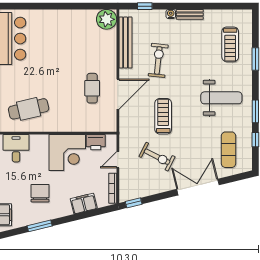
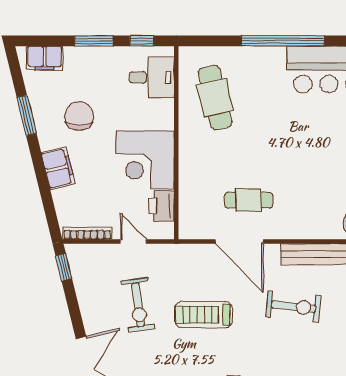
treadmill: (163, 116) -> (203, 315), turned 180
exercise bike: (157, 157) -> (138, 305), turned -35
chair: (40, 193) -> (79, 116), turned -90
filing cabinet: (84, 204) -> (58, 168), moved

